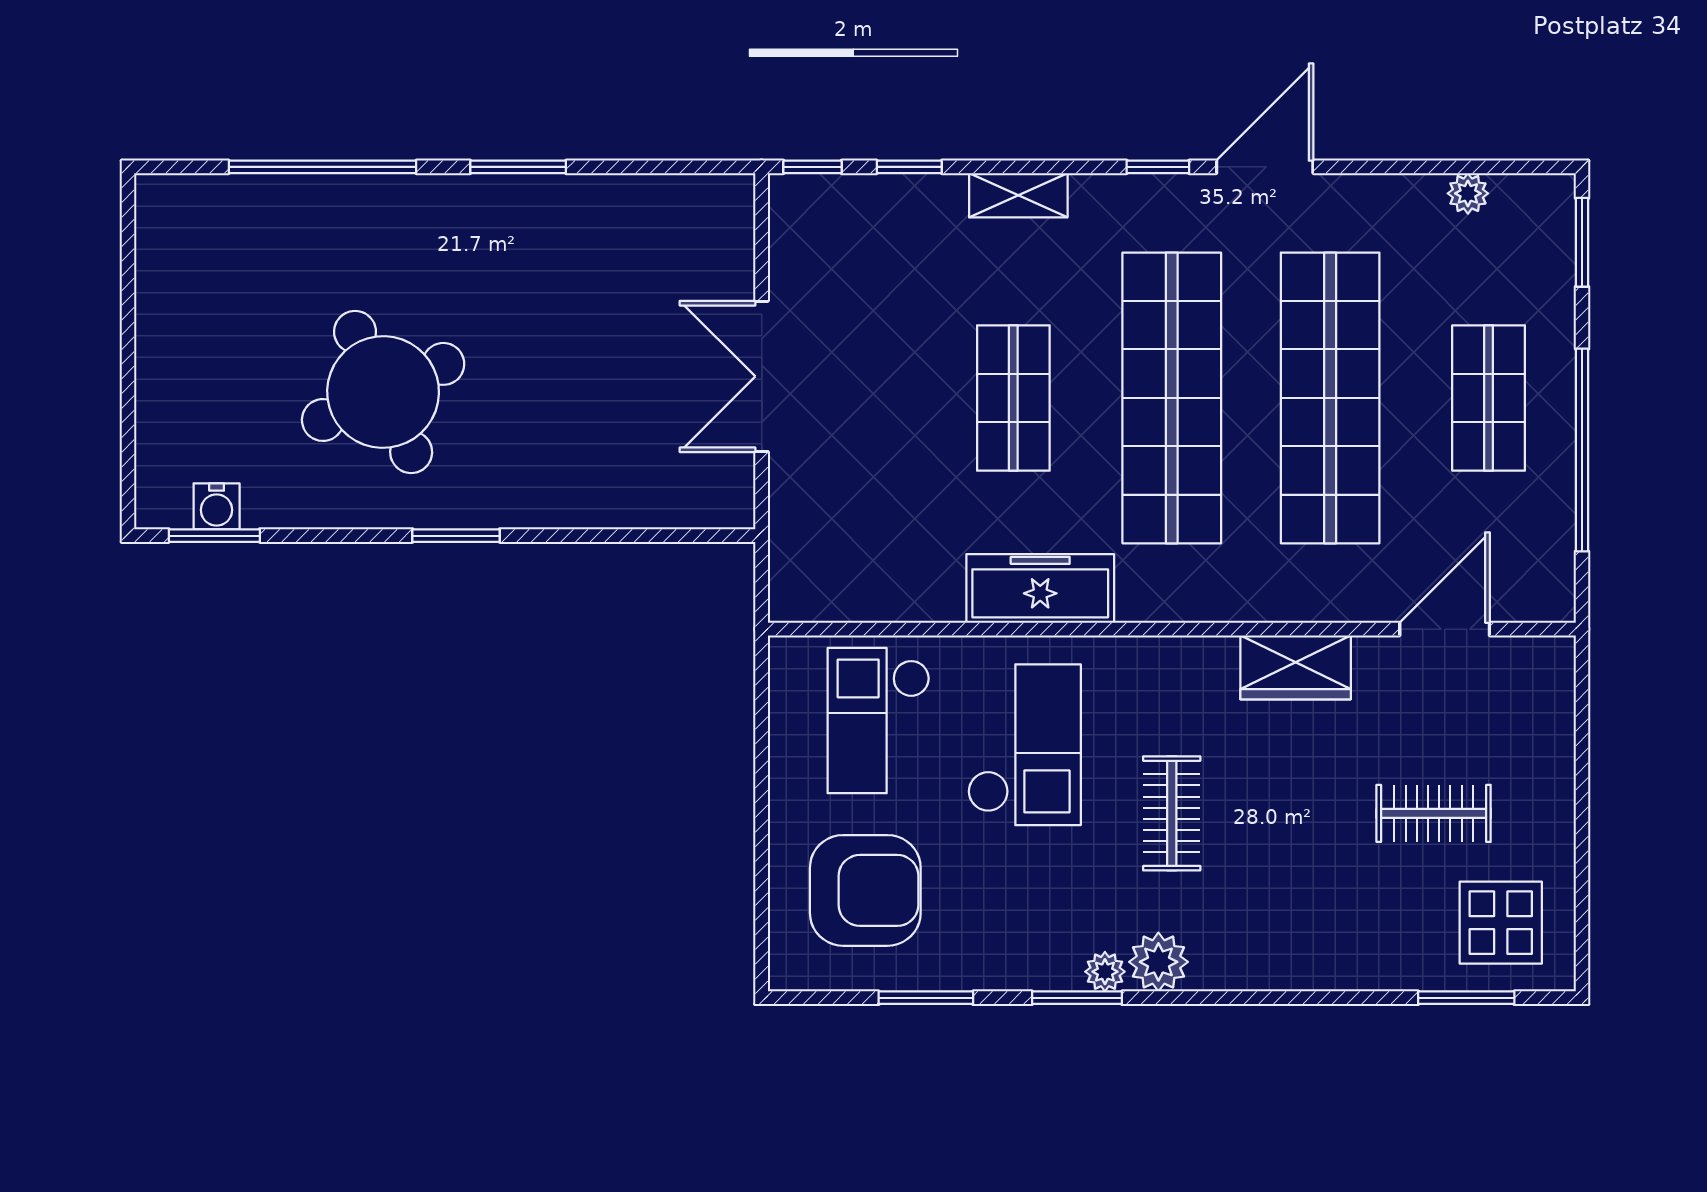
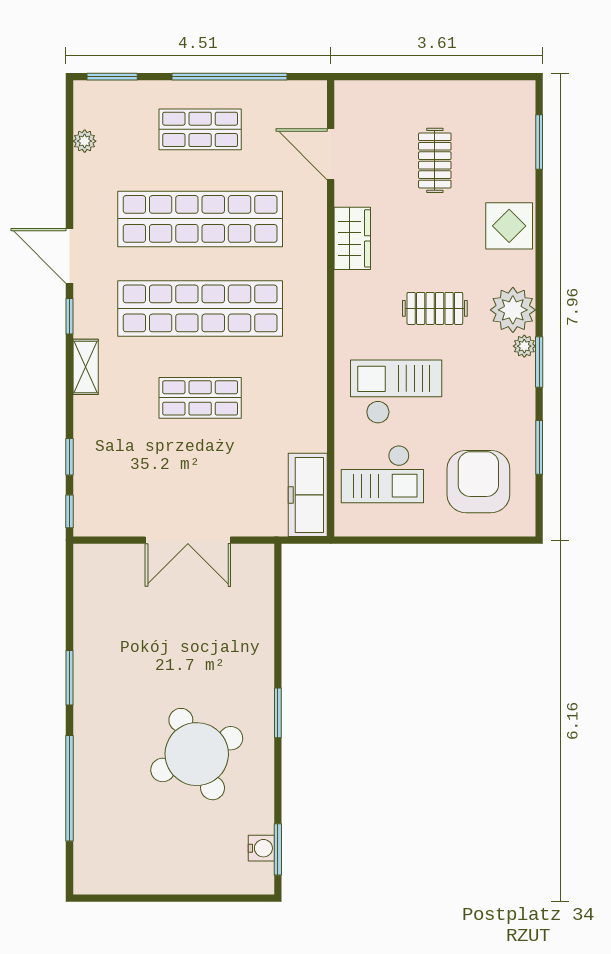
shelving: (1018, 195) -> (86, 367), moved
freezer: (1040, 589) -> (308, 495), moved
display table: (1501, 923) -> (509, 226), moved
plant: (1158, 962) -> (513, 310), width x1.36, depth x1.36

